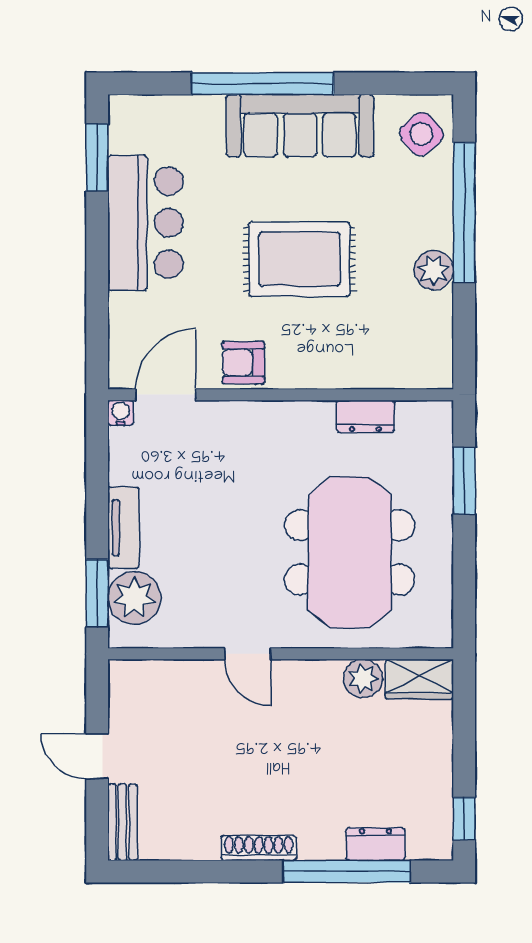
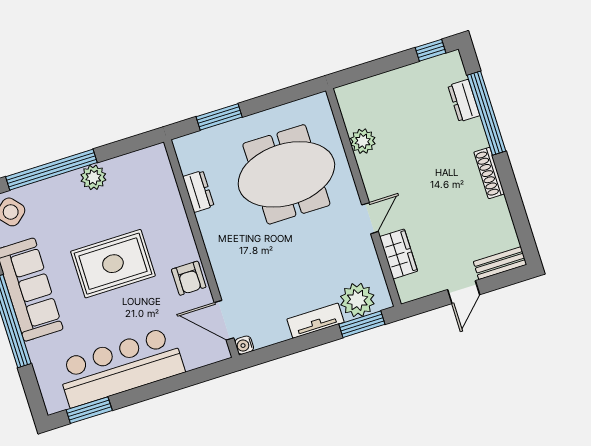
bar counter: (146, 223) -> (121, 367), width x1.36
rug: (299, 259) -> (113, 264), turned 90
wardrobe: (419, 679) -> (399, 254), moved

